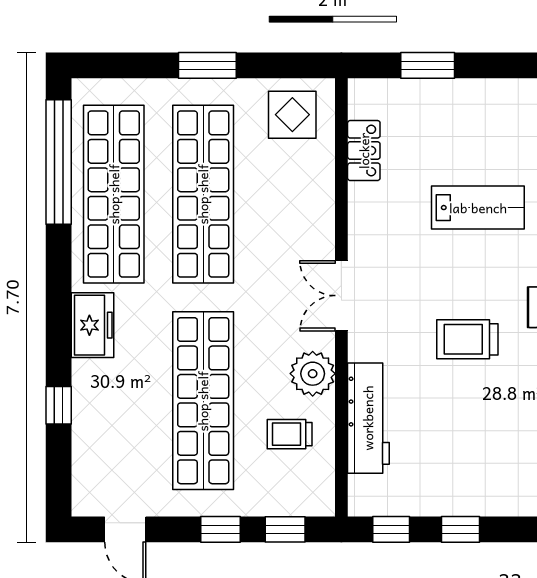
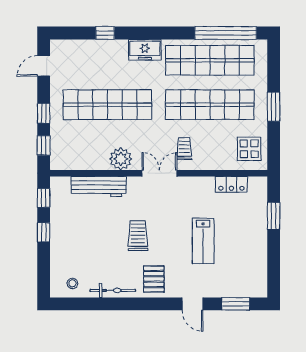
trolley: (290, 434) -> (184, 149), moved

